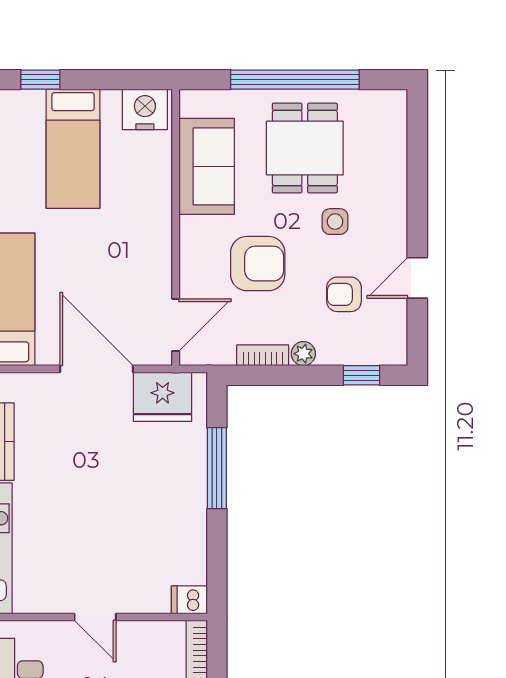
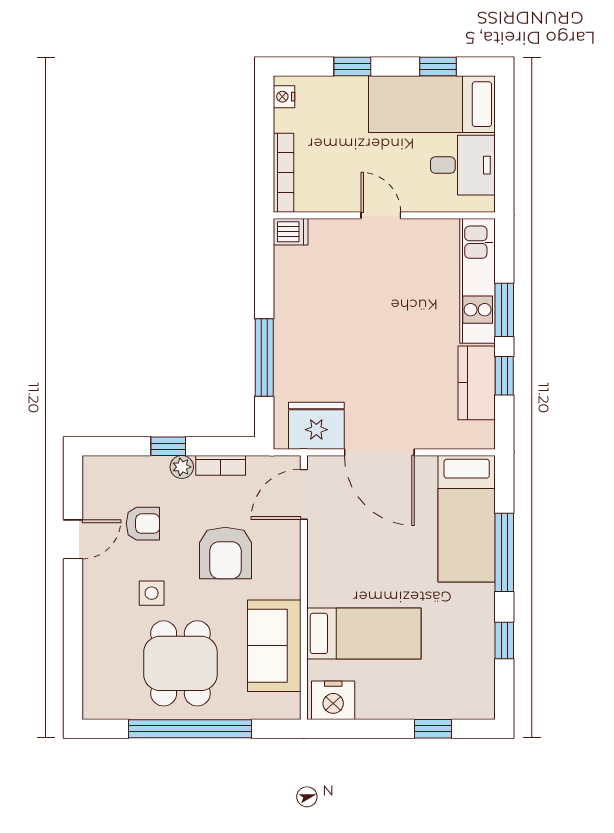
bed: (73, 149) -> (364, 633), moved, turned 90
armchair: (258, 264) -> (225, 553), turned -90
window: (362, 375) -> (168, 446), moved

